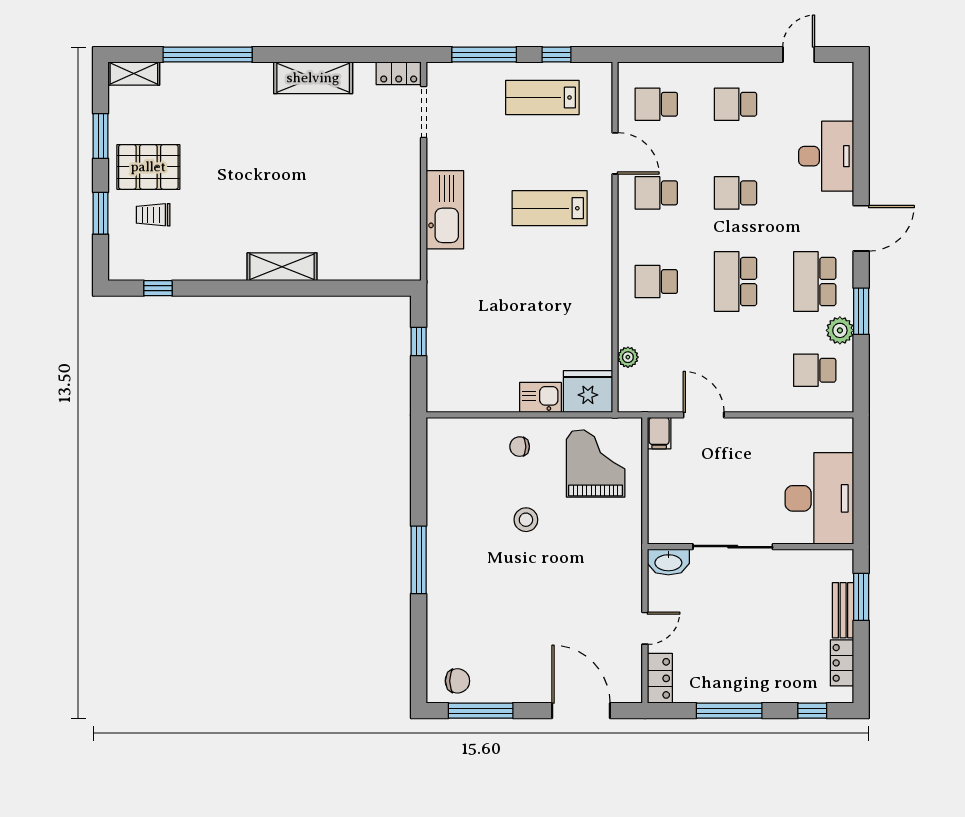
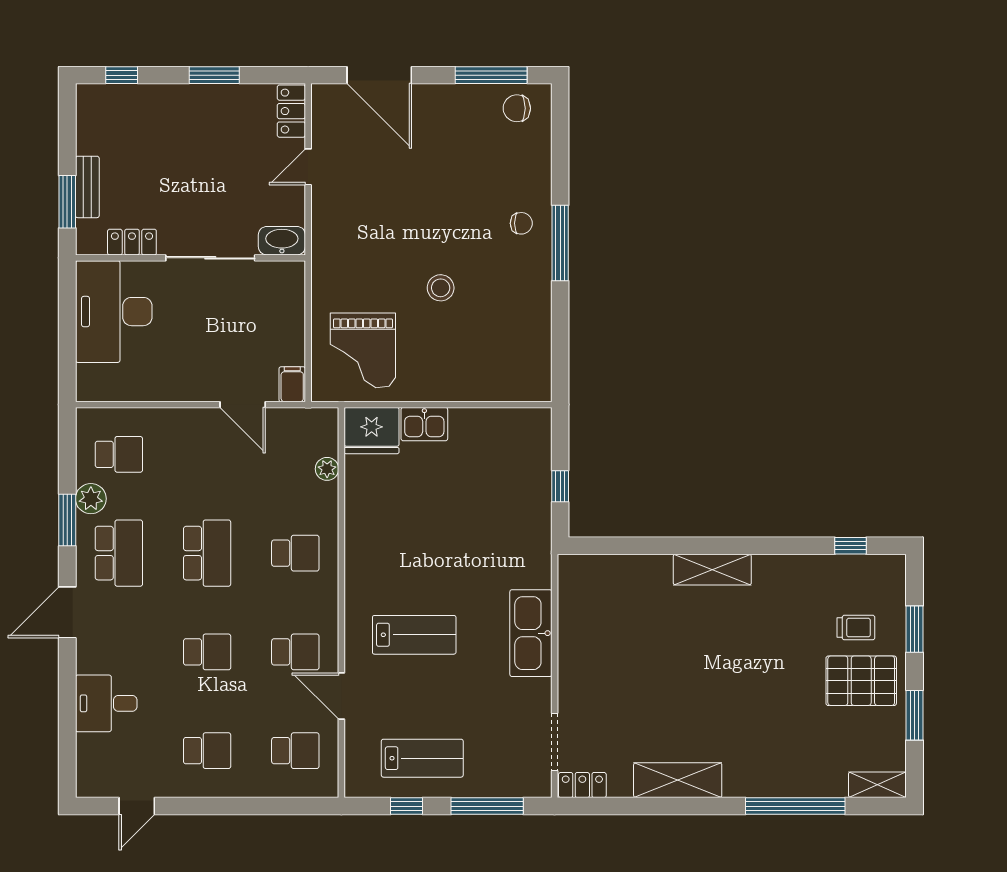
desk: (826, 156) -> (106, 703), width x0.73
chair: (520, 447) -> (521, 223), moved
locker: (842, 663) -> (132, 242), moved, turned -90
window: (729, 711) -> (214, 75), width x0.69

